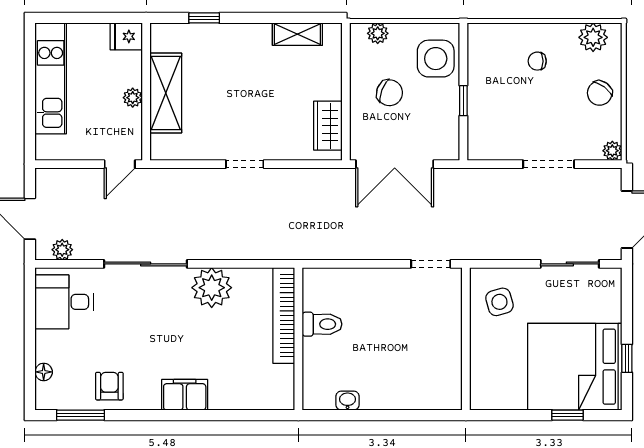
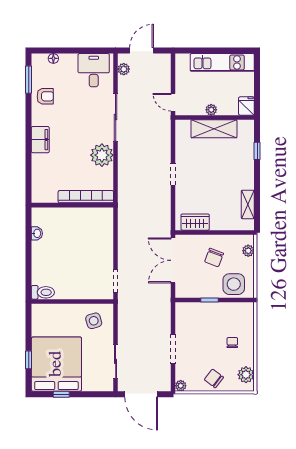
toilet: (322, 324) -> (43, 292), moved, turned -90

